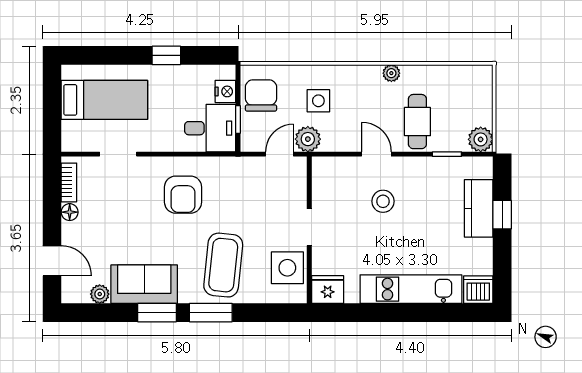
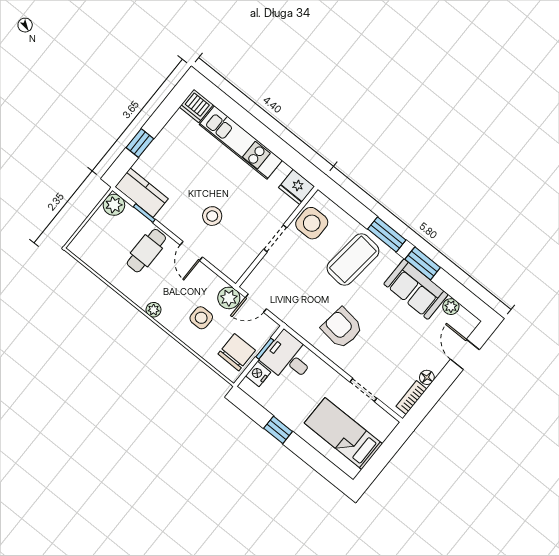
plant: (391, 73) -> (154, 310), moved
chair: (261, 95) -> (237, 352), turned 180
armchair: (183, 195) -> (342, 328), turned -83
kitchen counter: (479, 208) -> (142, 193), moved, turned -90

